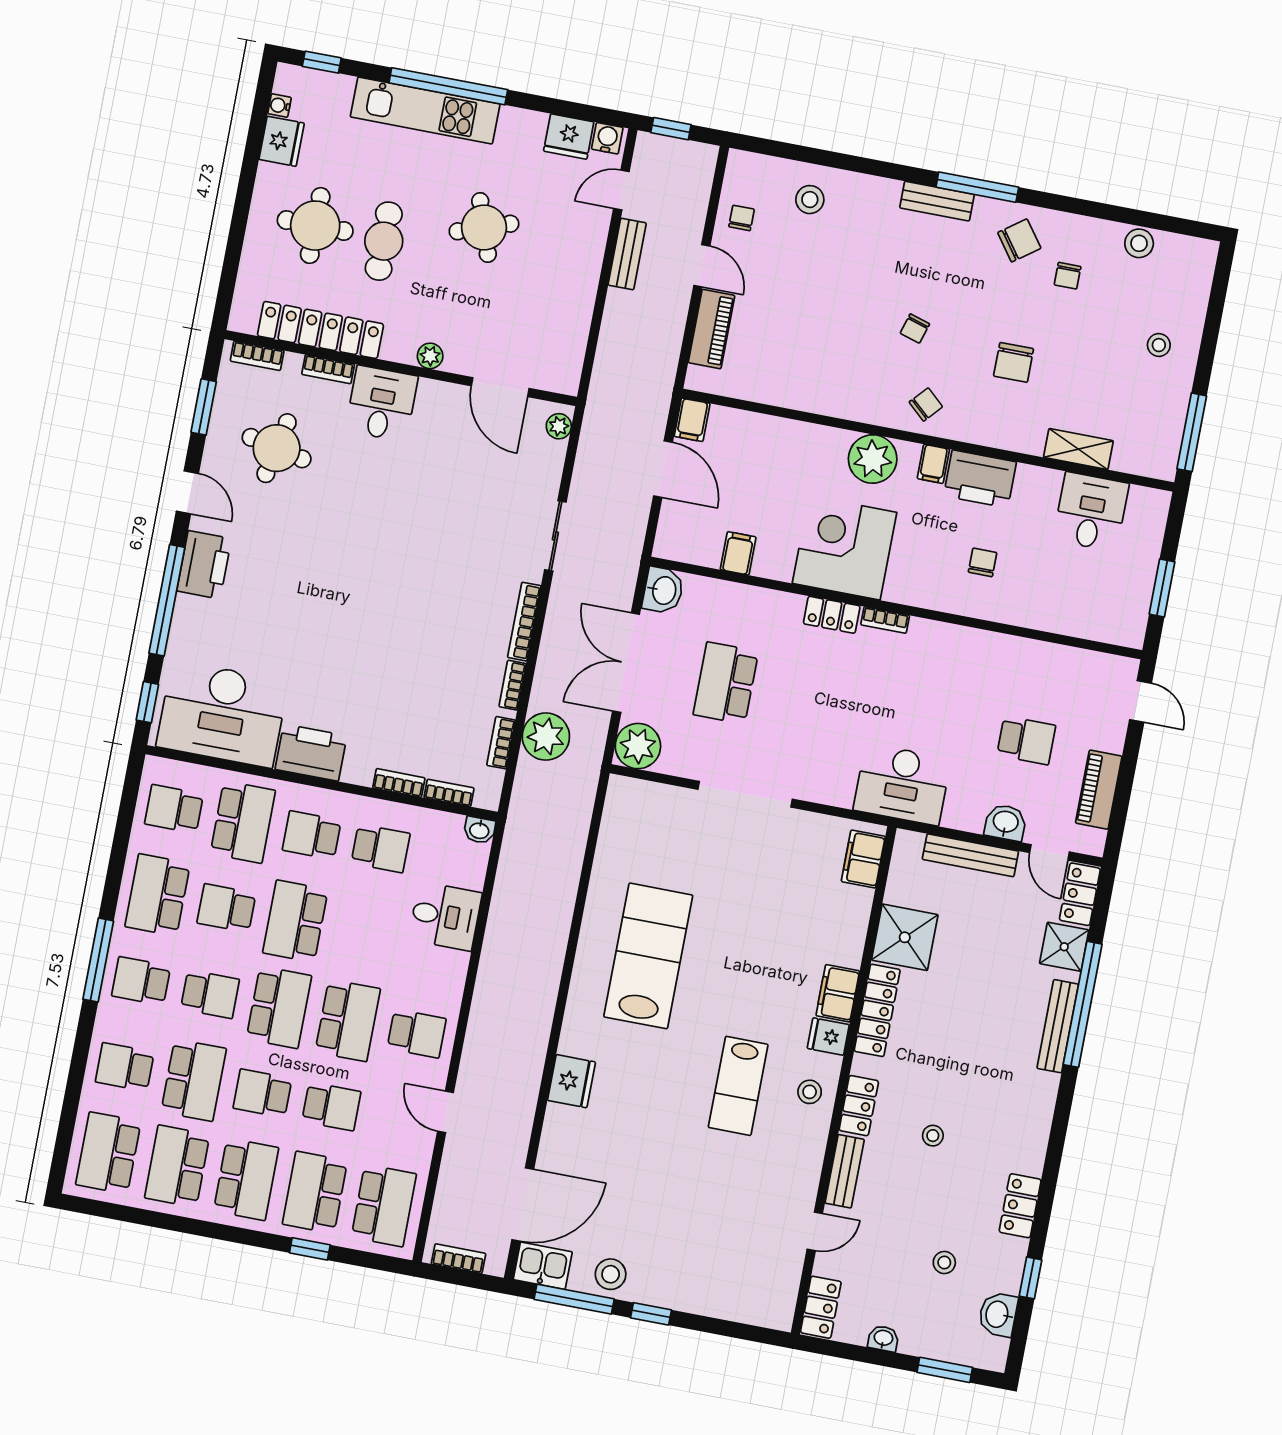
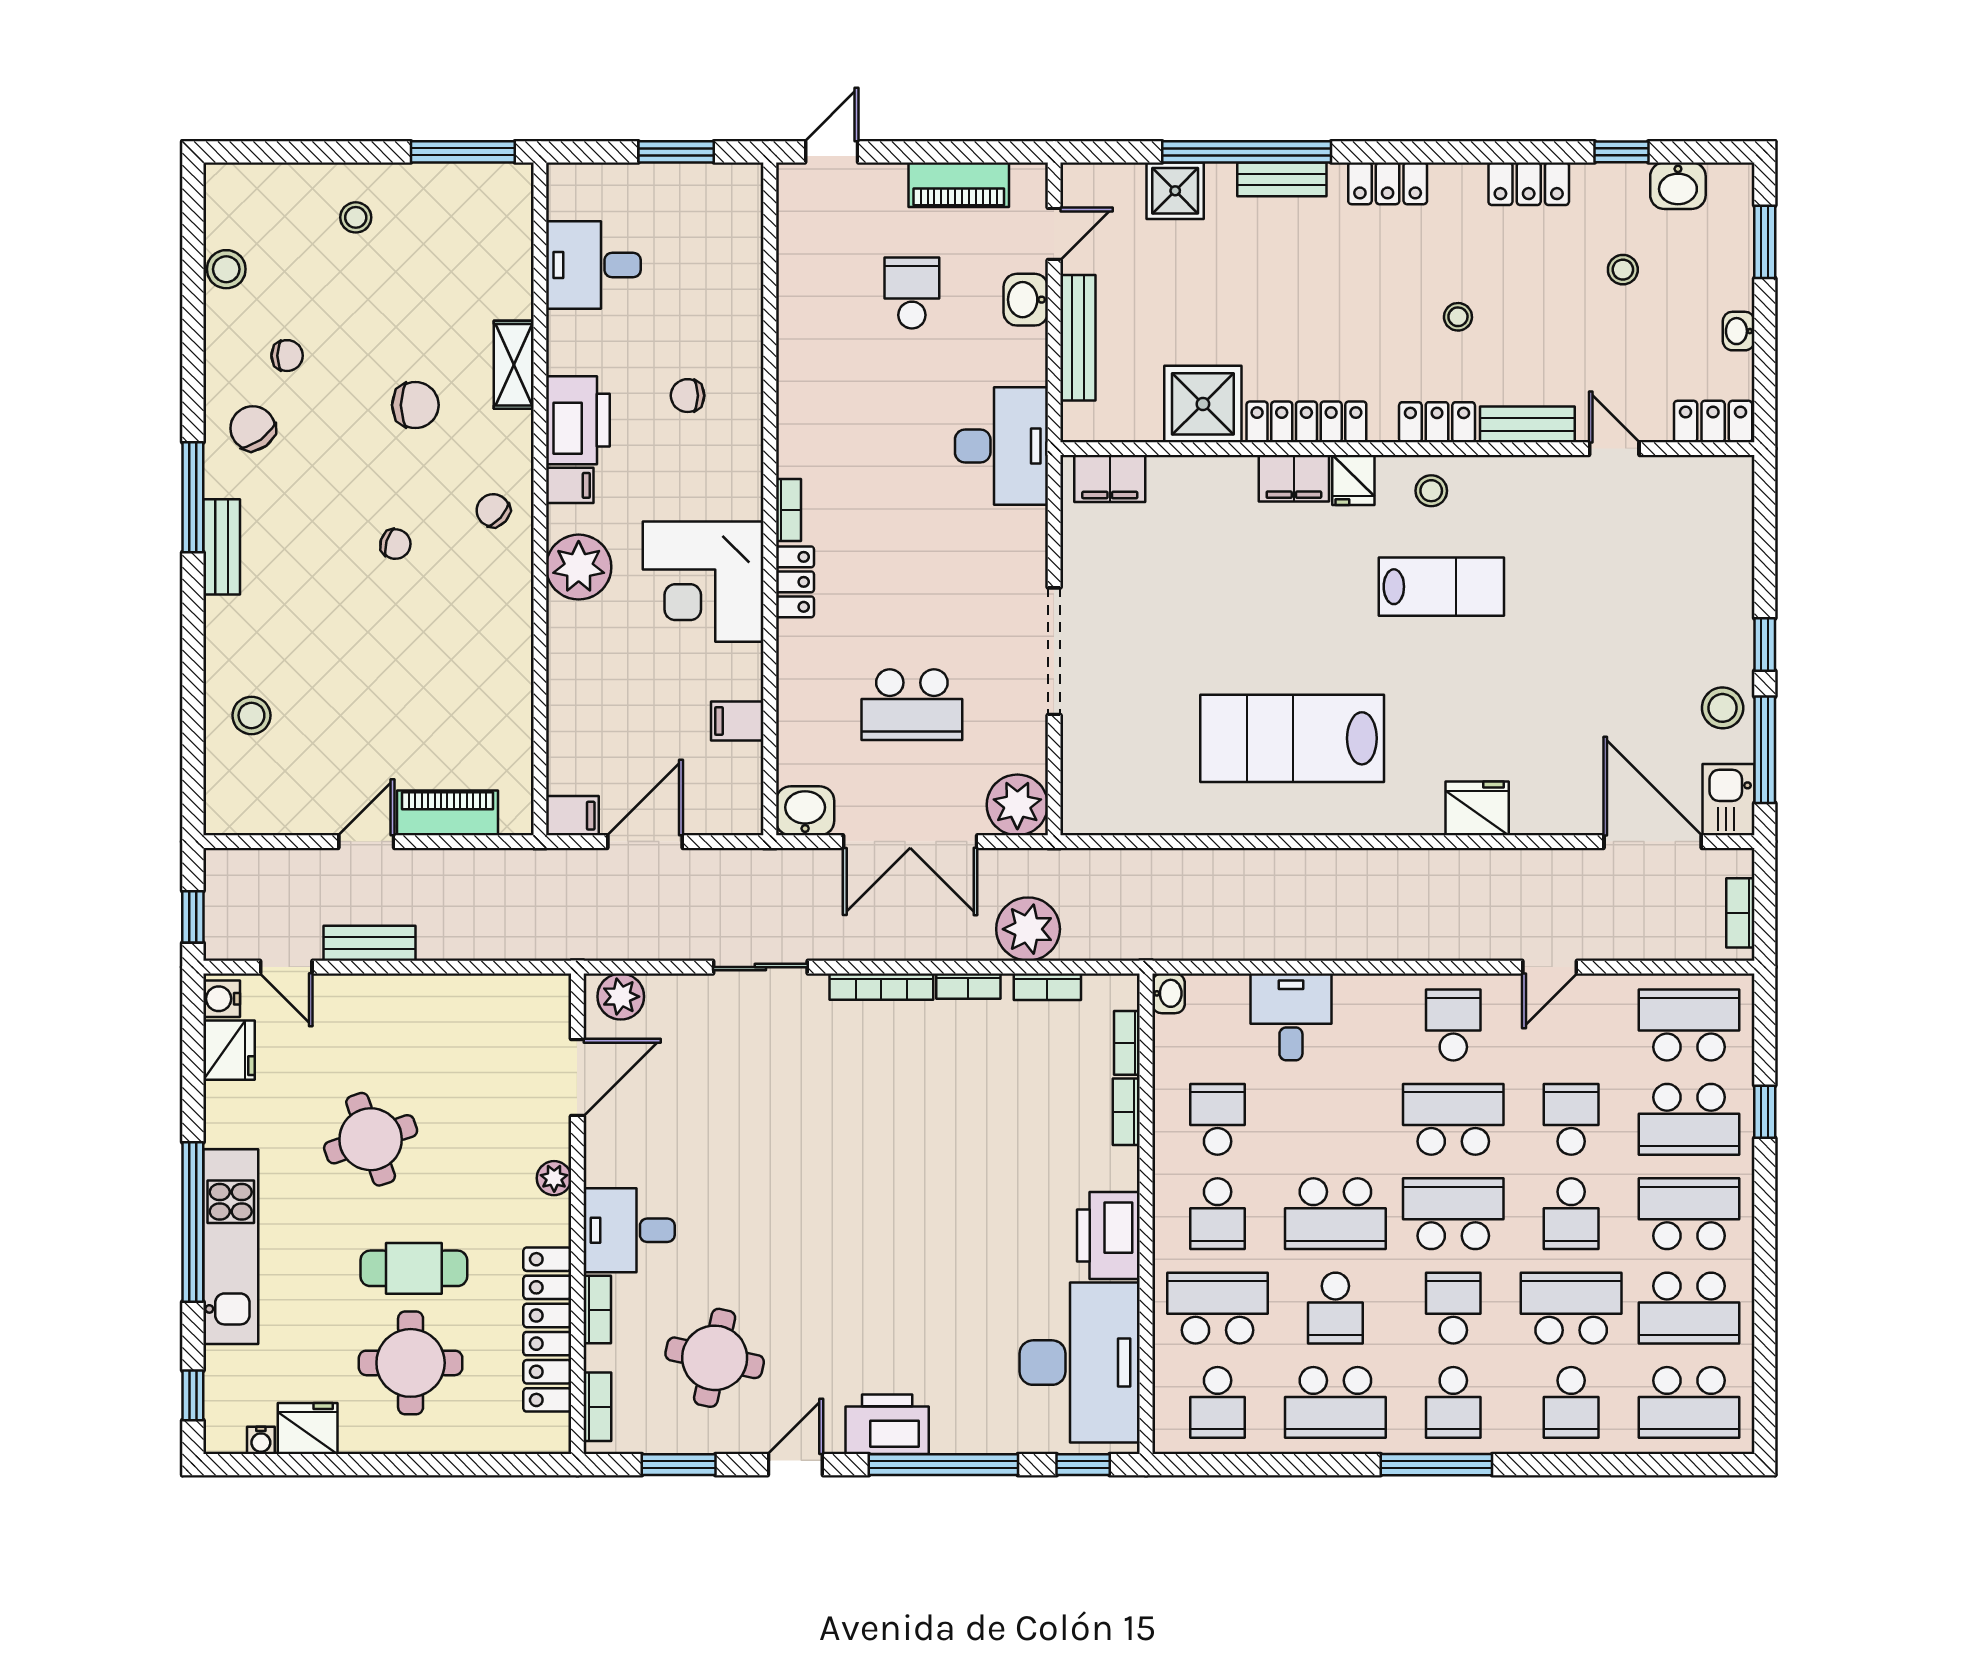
chair: (742, 218) -> (293, 801), removed
plant: (559, 426) -> (621, 997), width x1.38, depth x1.38
shelving: (1078, 449) -> (514, 365), moved
locker: (1080, 894) -> (1388, 183), moved
bench: (1058, 1026) -> (1282, 179), width x0.73

